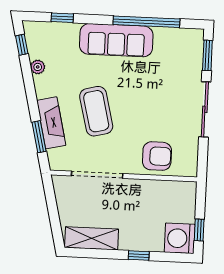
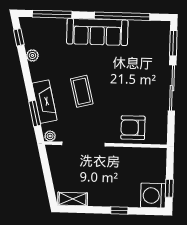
window: (62, 18) -> (52, 14), width x2.17
coffee table: (96, 111) -> (82, 91), width x0.73, depth x0.76
armchair: (157, 156) -> (133, 128), turned 180
plant: (57, 164) -> (50, 136), added
shelving: (92, 238) -> (73, 199), width x0.67, depth x0.75

